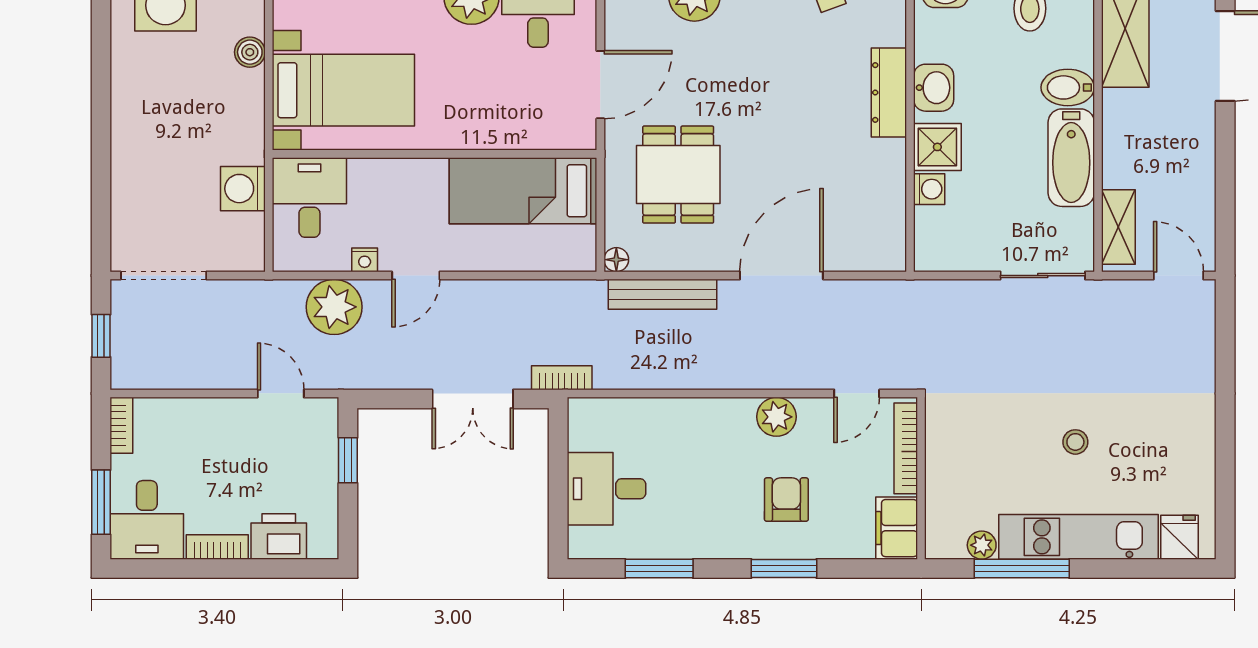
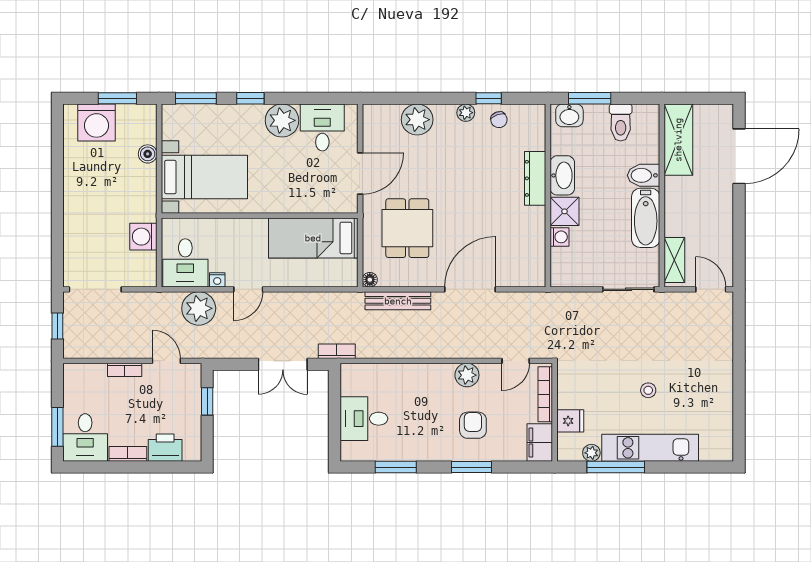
washbasin: (934, 88) -> (562, 175), width x1.38
desk: (309, 198) -> (185, 263), moved, turned 180
bookcase: (121, 425) -> (125, 370), moved, turned 90
fridge: (1180, 537) -> (570, 421), moved, turned 90

